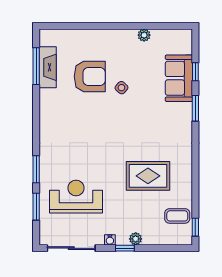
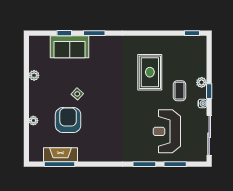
plant: (89, 34) -> (33, 121), added
coffee table: (177, 216) -> (179, 91), moved

